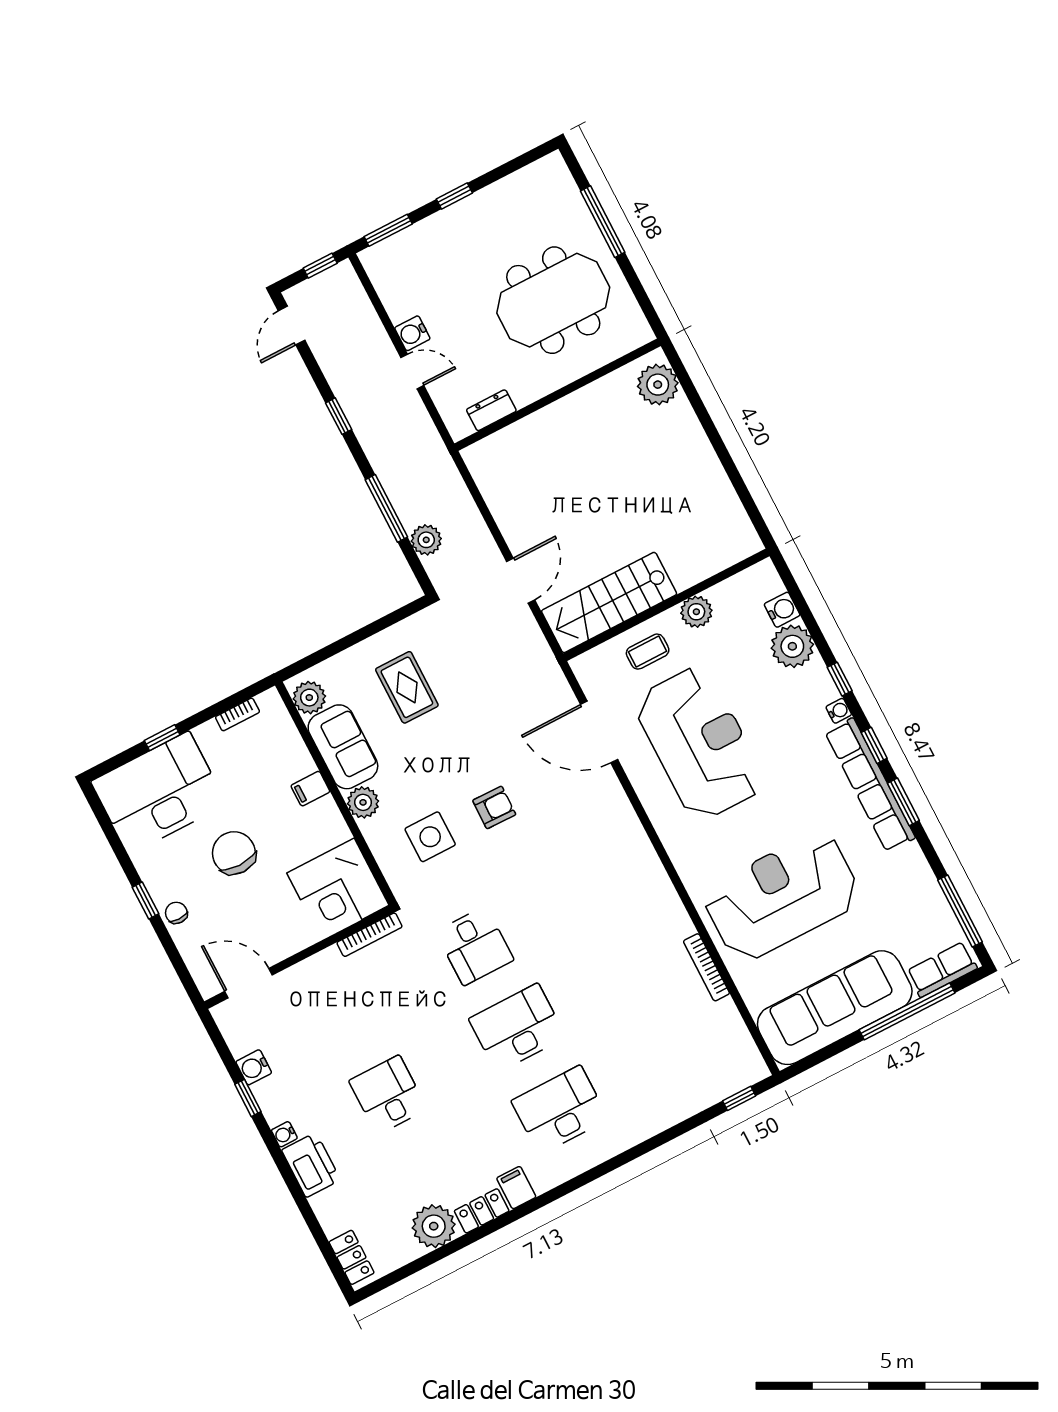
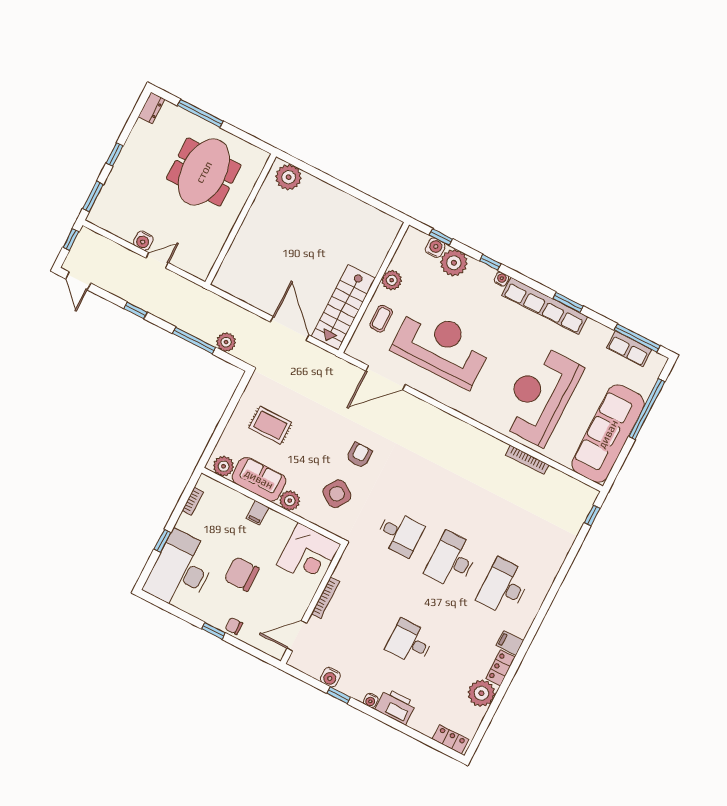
dresser: (491, 410) -> (151, 108), moved, turned 180
door: (521, 581) -> (290, 329), width x1.36
window: (874, 745) -> (441, 237), moved
side table: (430, 837) -> (337, 494), turned 33
bookcase: (369, 935) -> (325, 598), moved
row of seats: (942, 969) -> (629, 349), moved, turned -90

